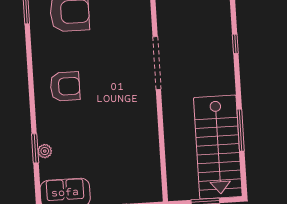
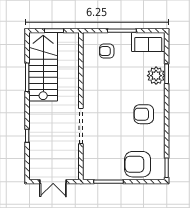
plant: (45, 151) -> (156, 76), width x1.87, depth x1.87
armchair: (126, 176) -> (107, 51), added

